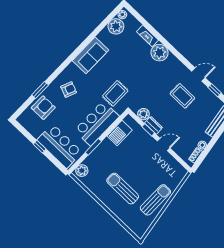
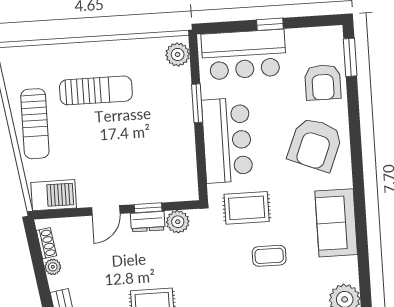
coffee table: (125, 69) -> (269, 256), added
window: (40, 90) -> (350, 57), moved
armchair: (69, 90) -> (315, 144), width x1.88, depth x1.88
rug: (115, 93) -> (247, 208), turned 90
barbecue: (120, 133) -> (54, 195), moved, turned 90

